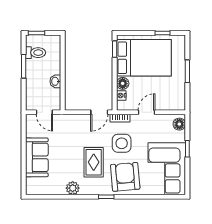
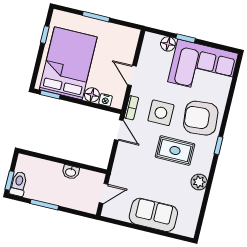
toilet: (36, 53) -> (19, 184), moved
floor lamp: (179, 124) -> (168, 44), moved

